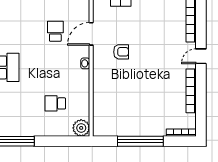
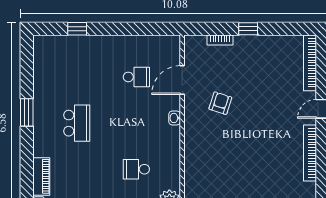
school desk: (55, 31) -> (136, 77), turned 90
armchair: (121, 52) -> (220, 103), turned -72

